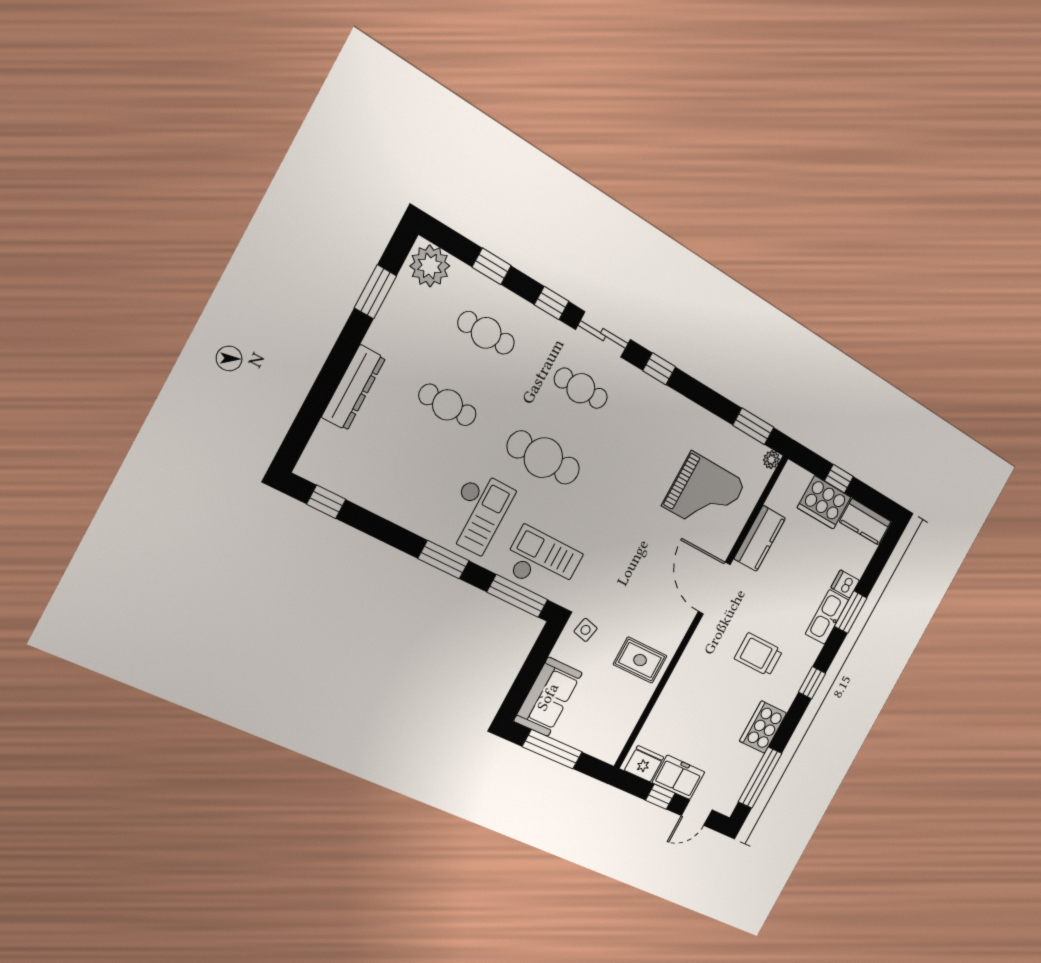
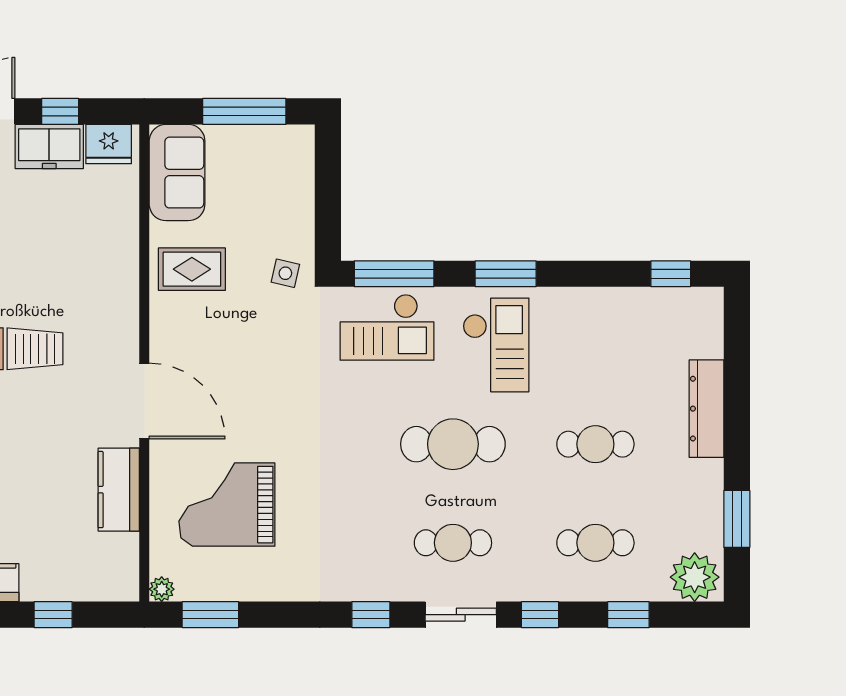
cooker: (824, 502) -> (56, 576), removed
checkout: (477, 512) -> (496, 345), turned 180
sofa: (548, 697) -> (177, 173), moved, turned 180

